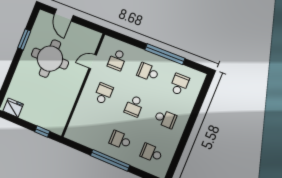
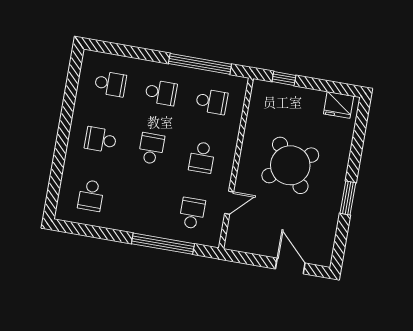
window: (24, 39) -> (348, 198), moved
window: (165, 54) -> (163, 244), moved
round table: (50, 59) -> (290, 165), moved, turned -36
school desk: (148, 72) -> (212, 101), moved
window: (110, 160) -> (200, 64), moved

